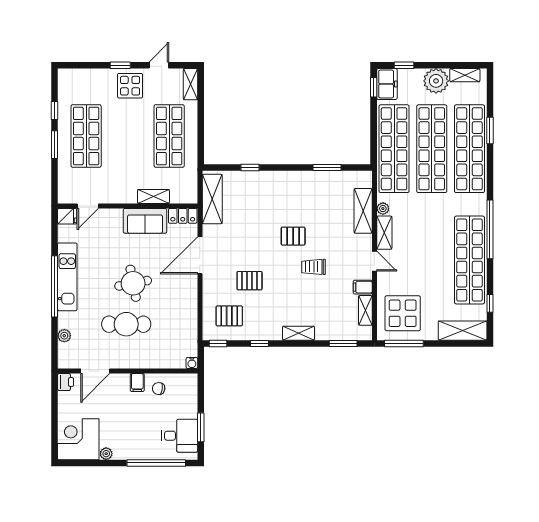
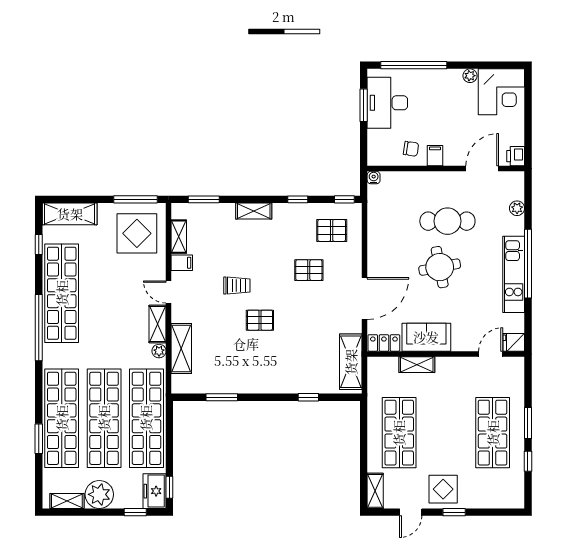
desk: (180, 436) -> (387, 103), width x1.37

